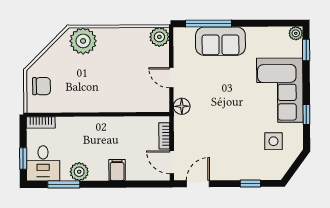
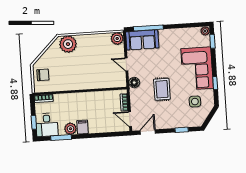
sofa: (220, 41) -> (142, 40), moved
rug: (224, 119) -> (162, 89), added
filing cabinet: (117, 170) -> (82, 127), moved

